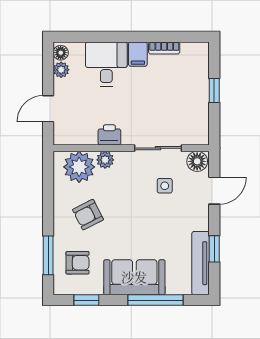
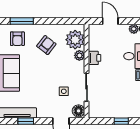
armchair: (88, 215) -> (46, 45), turned 65

